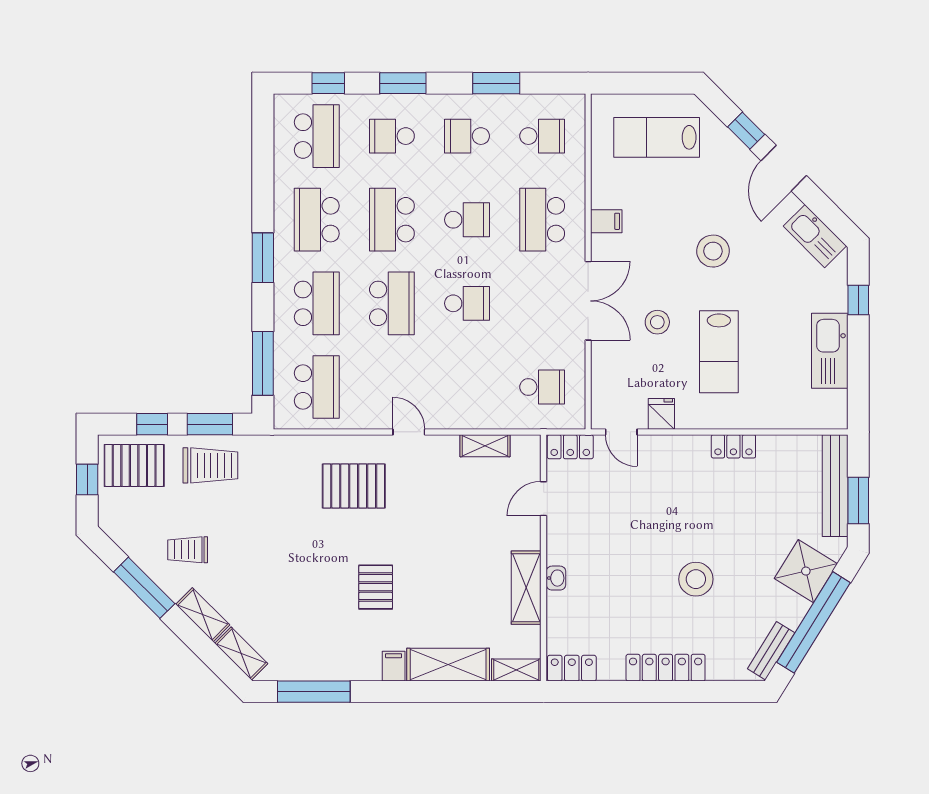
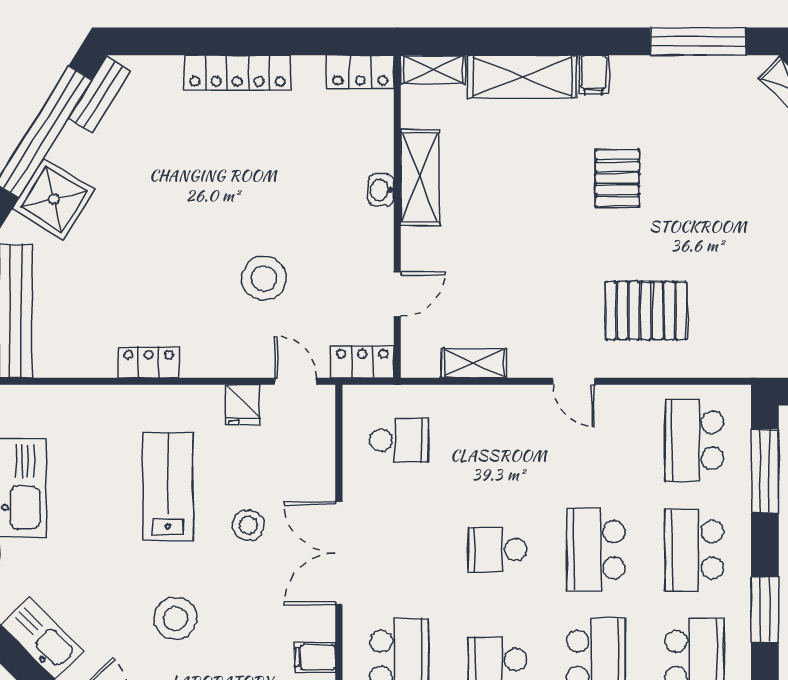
school desk: (542, 387) -> (399, 440), turned 180
stool: (696, 579) -> (264, 278), moved

